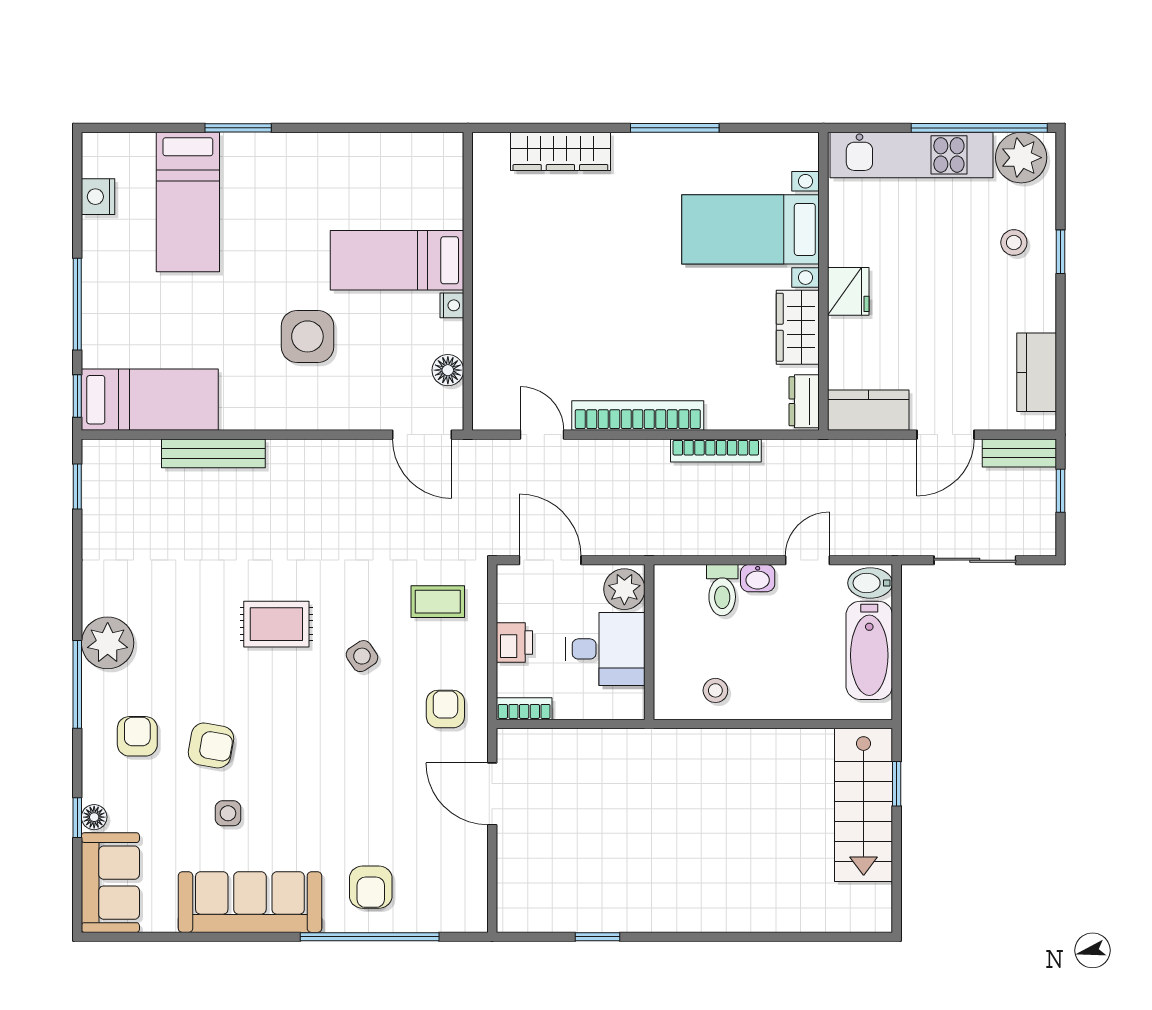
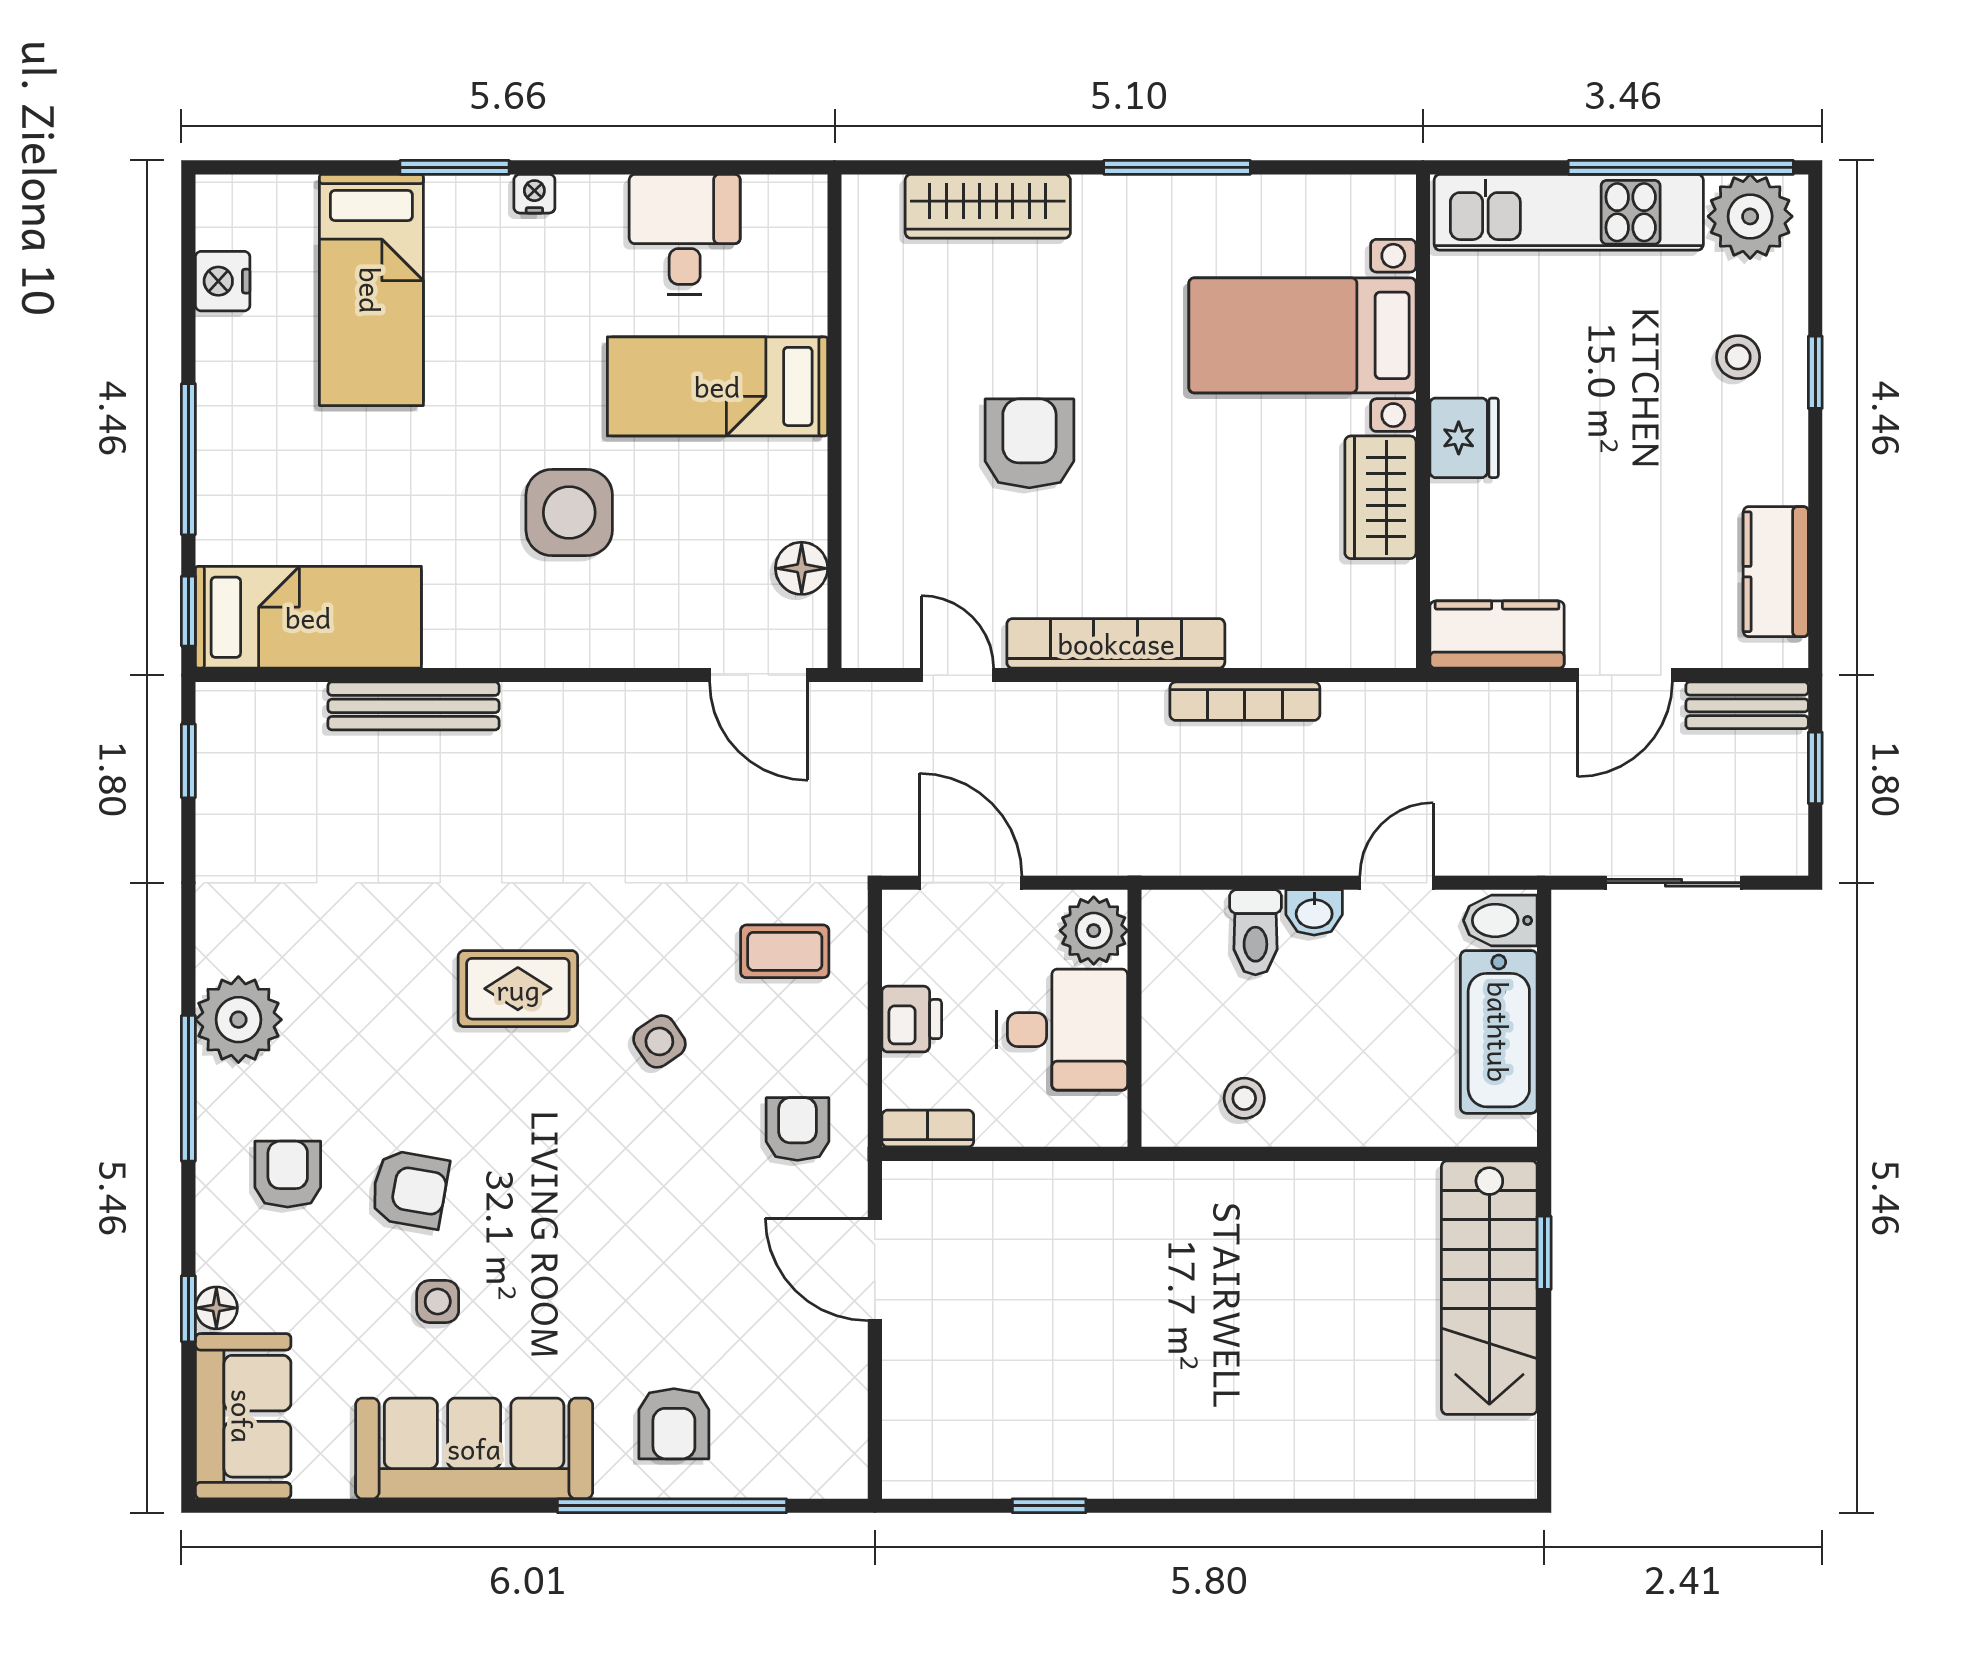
desk: (377, 168) -> (685, 234), added
armchair: (586, 295) -> (1029, 443), added
nightstand: (452, 305) -> (534, 194), moved, turned -90
dresser: (804, 401) -> (1391, 620), removed

